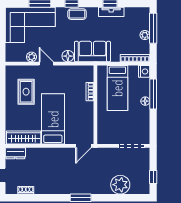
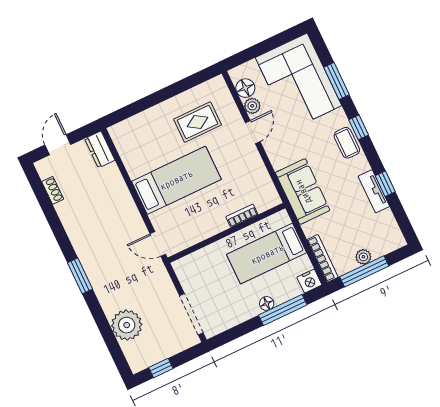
window: (153, 28) -> (364, 271), moved
floor lamp: (68, 56) -> (245, 88), moved
wardrobe: (24, 138) -> (129, 150), removed

